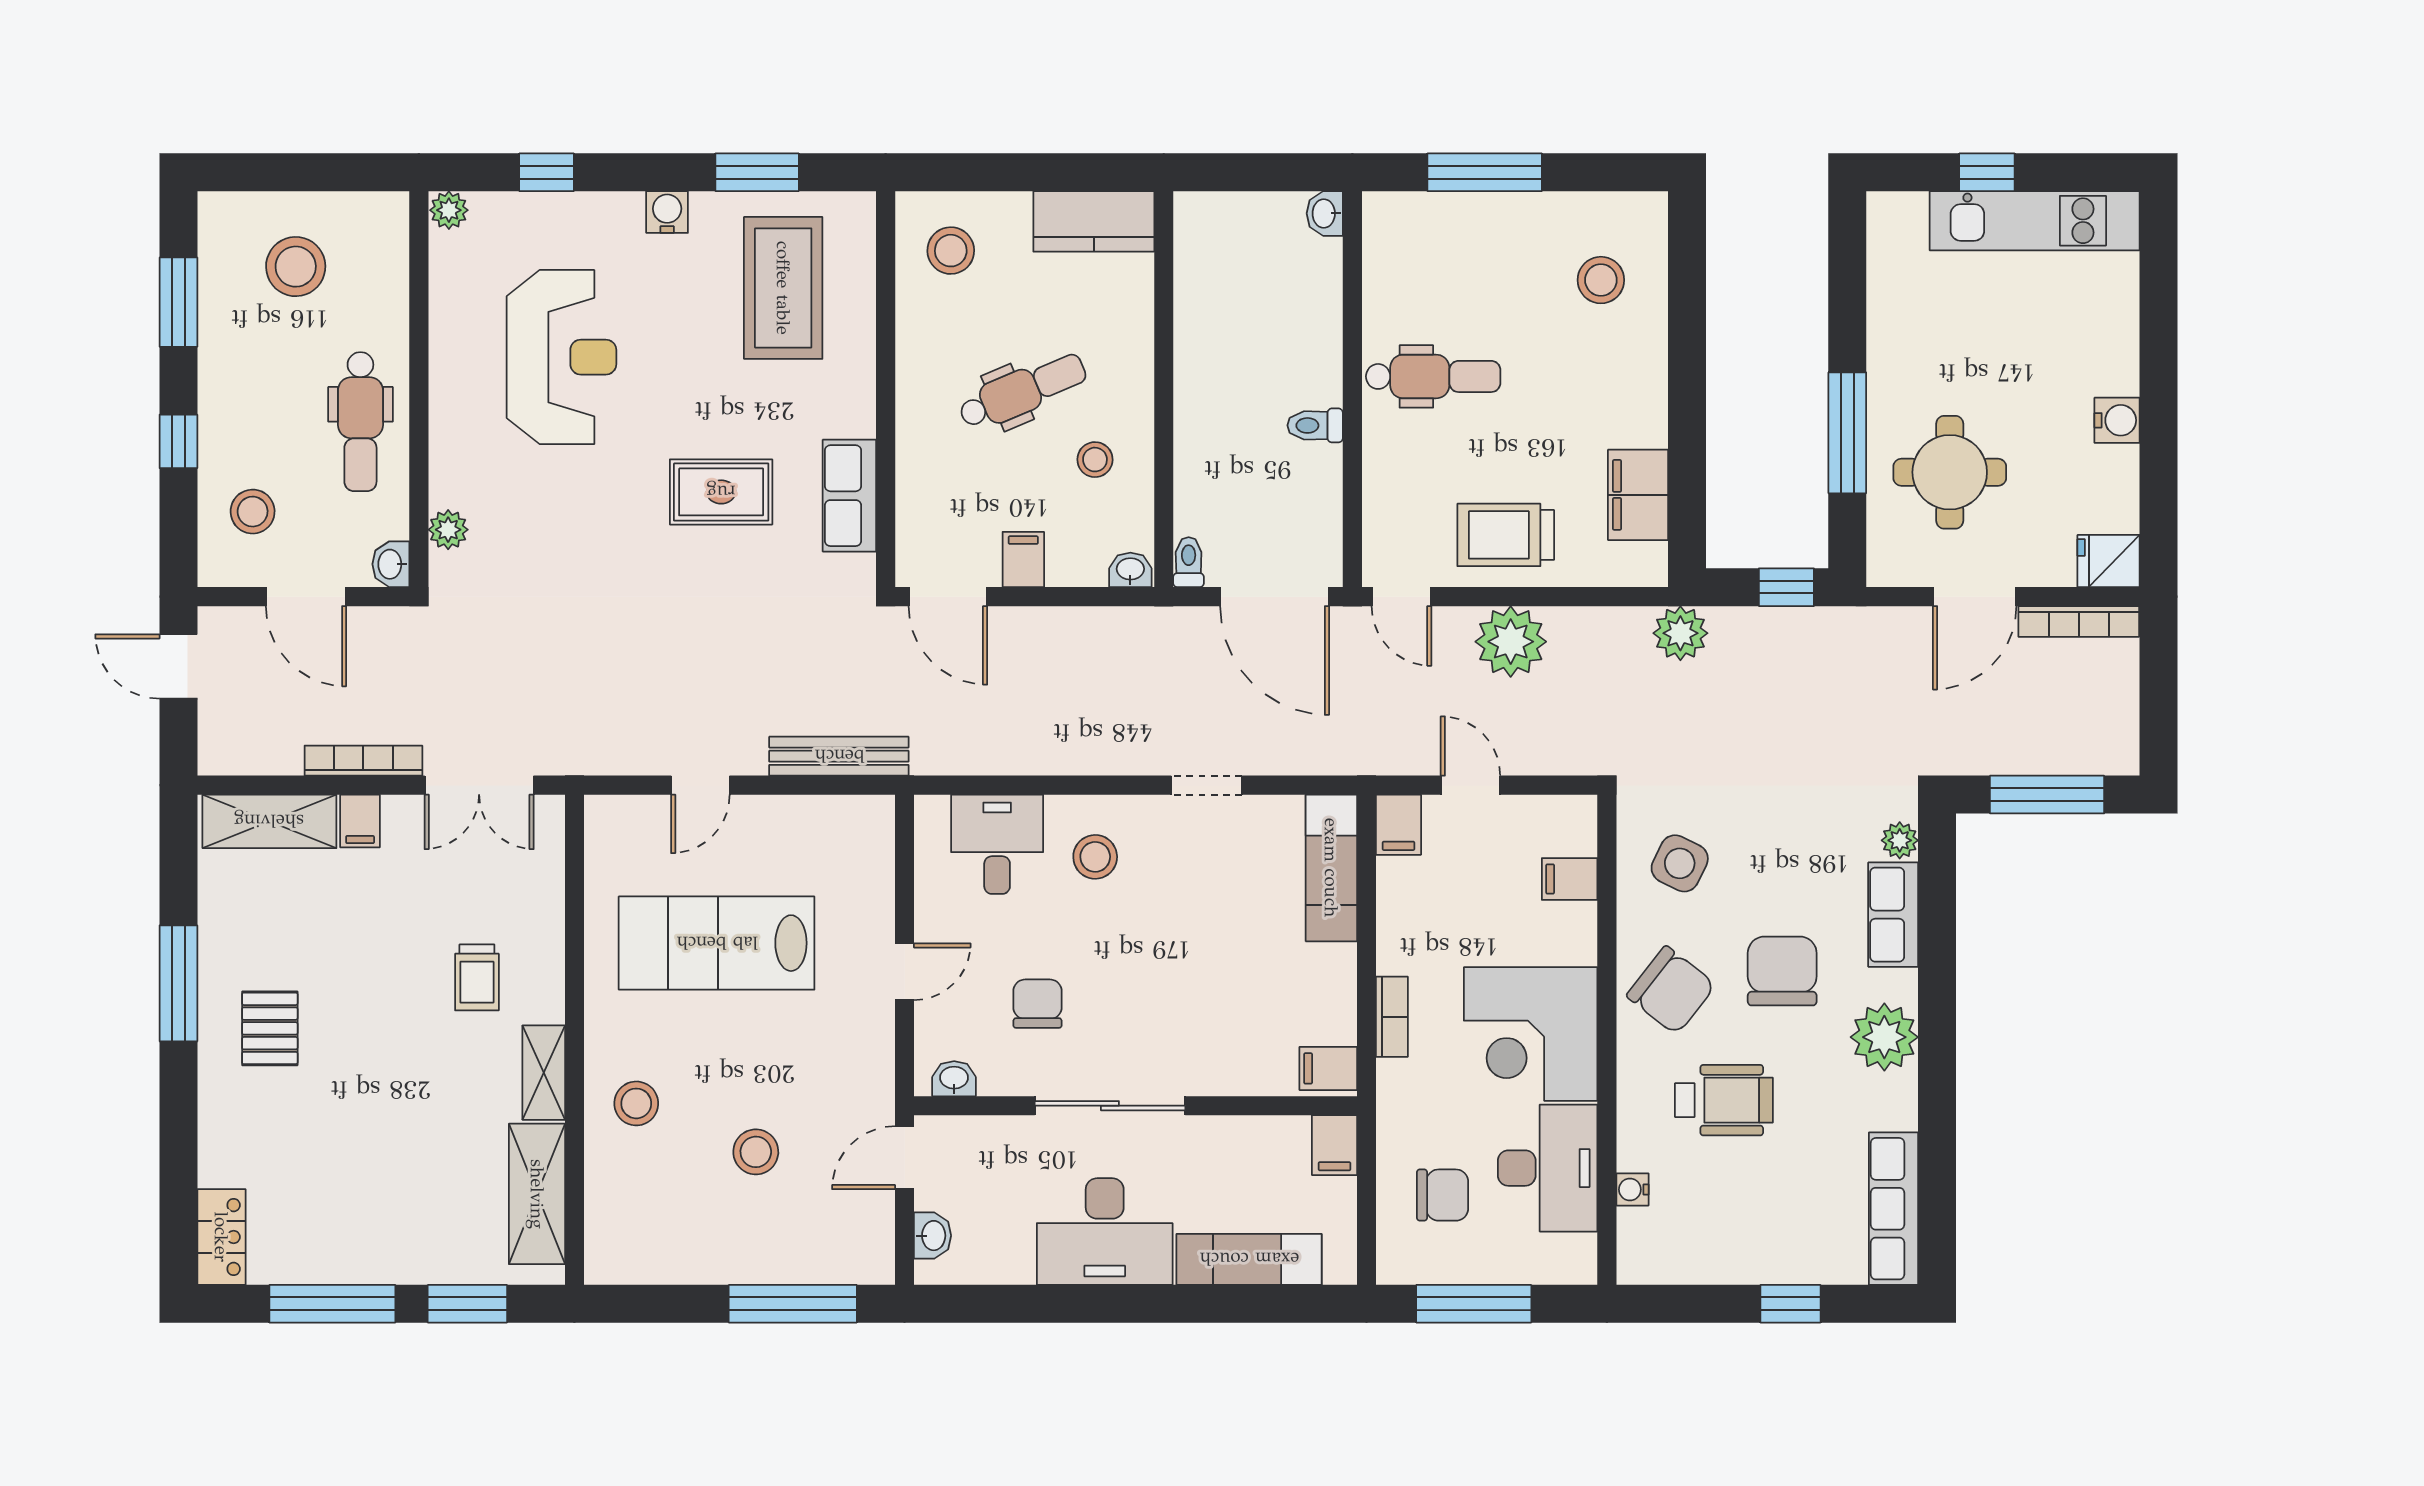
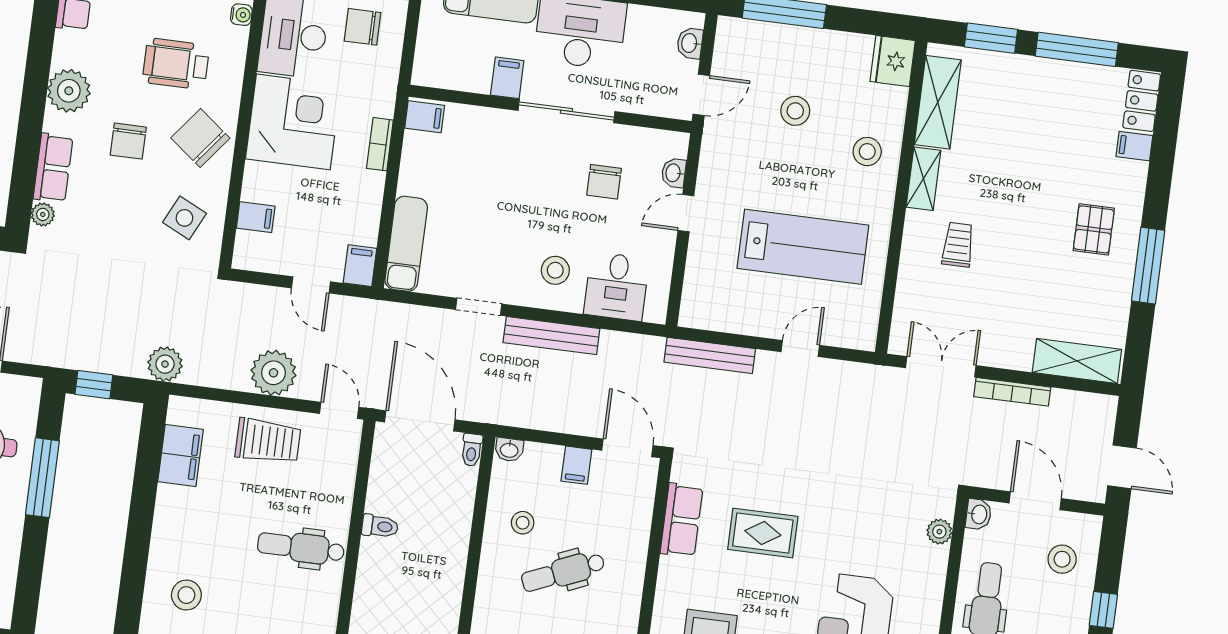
bench: (1088, 755) -> (551, 336), added
filing cabinet: (360, 821) -> (1134, 146), moved, turned -90
chair: (1782, 971) -> (128, 141), width x0.73, depth x0.73
washbasin: (954, 1079) -> (674, 173), moved, turned 90
filing cabinet: (1335, 1145) -> (507, 78), moved
fridge: (615, 1249) -> (893, 61), added

